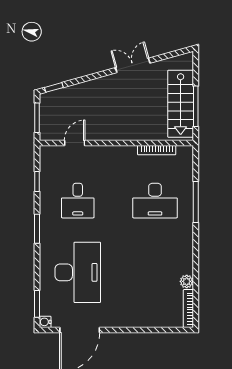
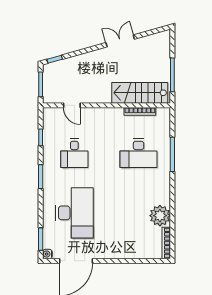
stairs: (181, 104) -> (140, 93), moved, turned 90
door: (75, 143) -> (72, 105), swing flipped
plant: (187, 281) -> (160, 216), width x1.88, depth x1.88

